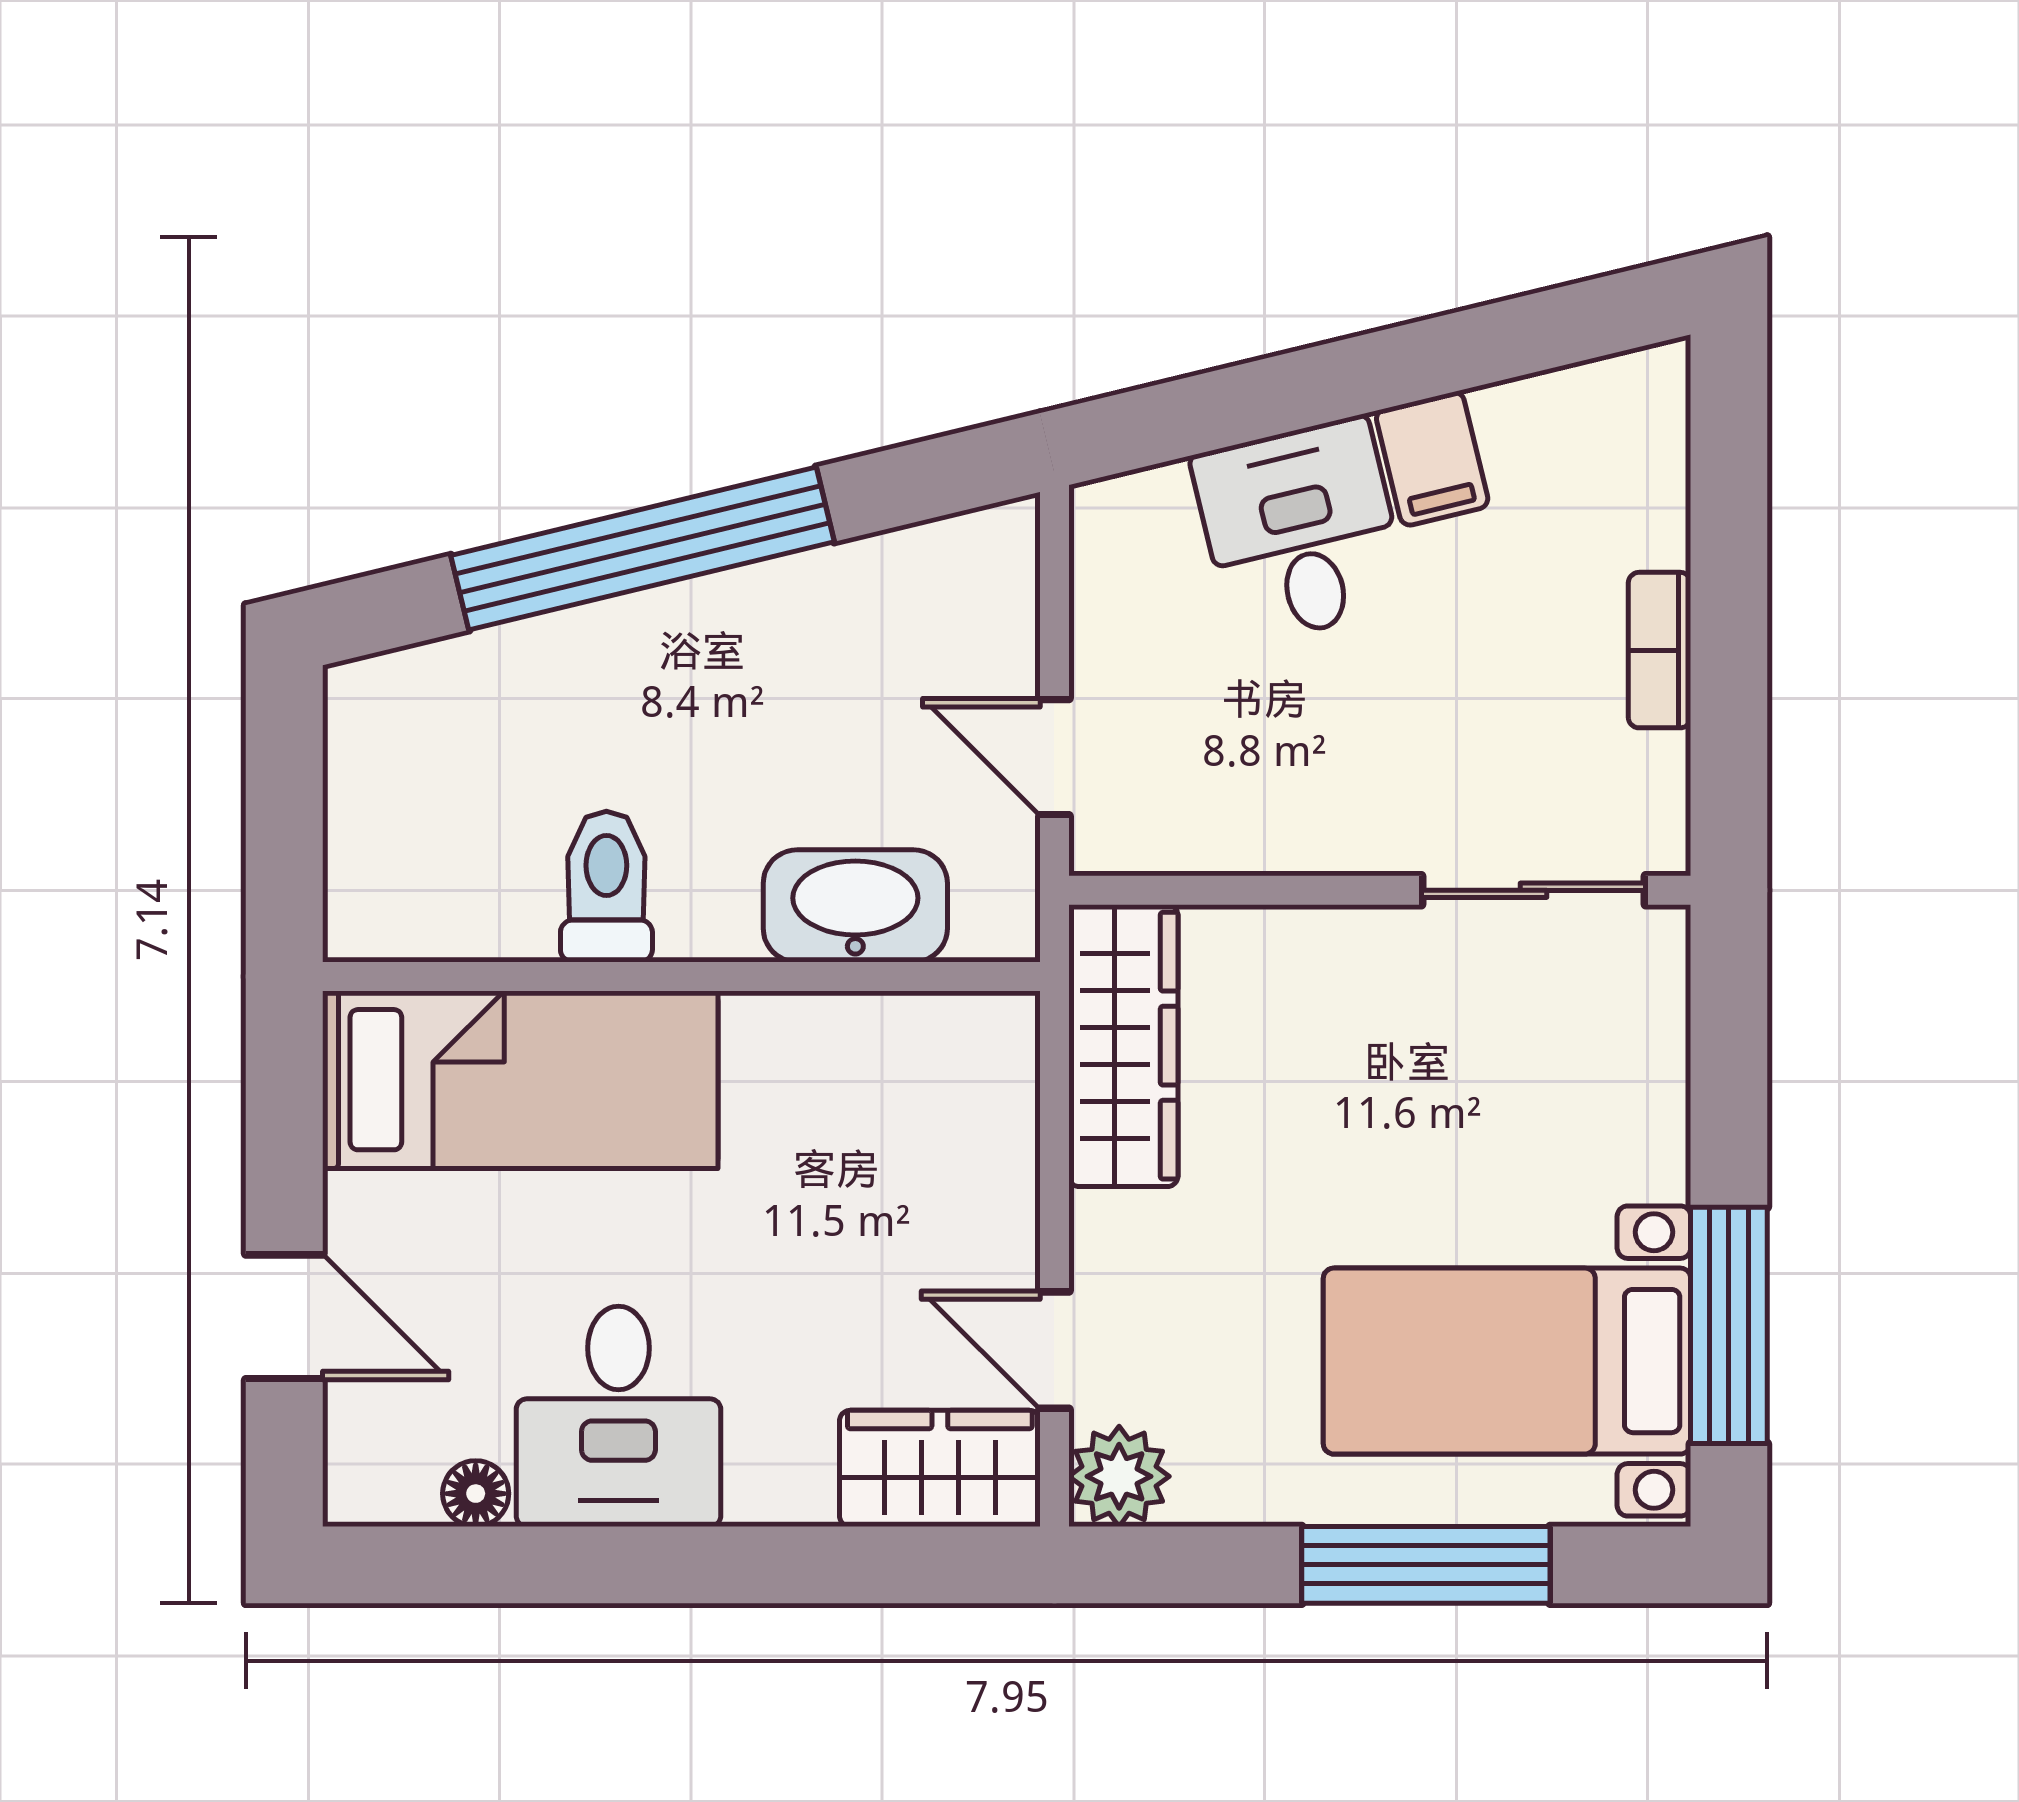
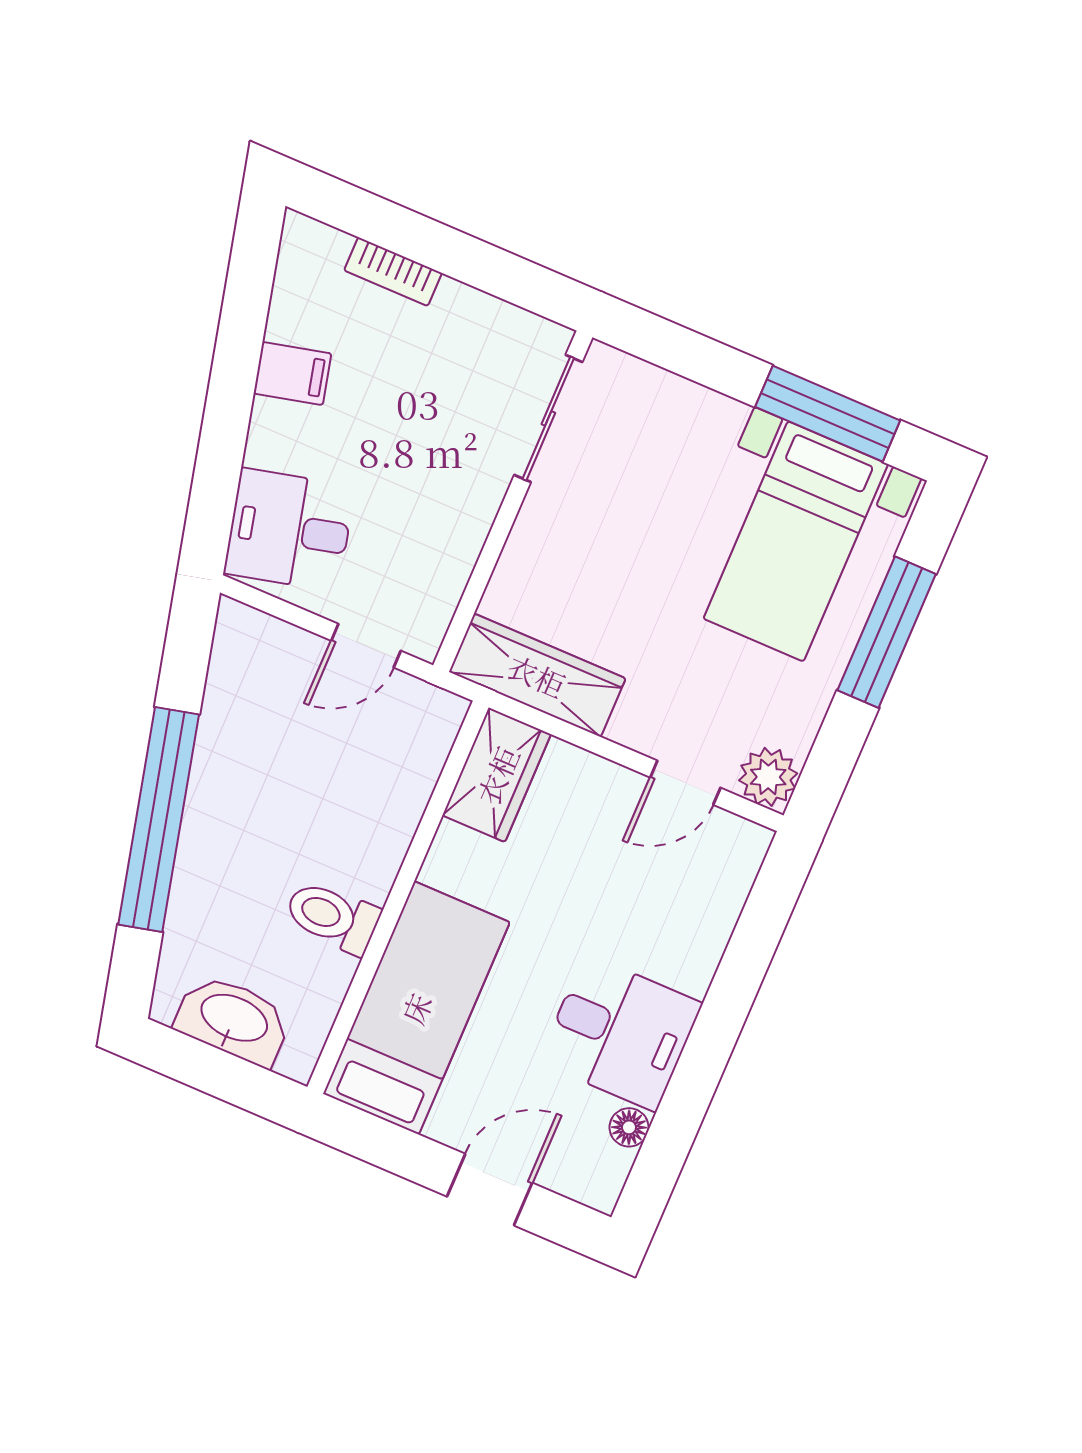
desk: (1301, 531) -> (289, 530), moved
bookcase: (1660, 650) -> (393, 272), moved
washbasin: (855, 906) -> (233, 1020), moved, turned 90
wardrobe: (940, 1468) -> (497, 775), moved, turned 180

